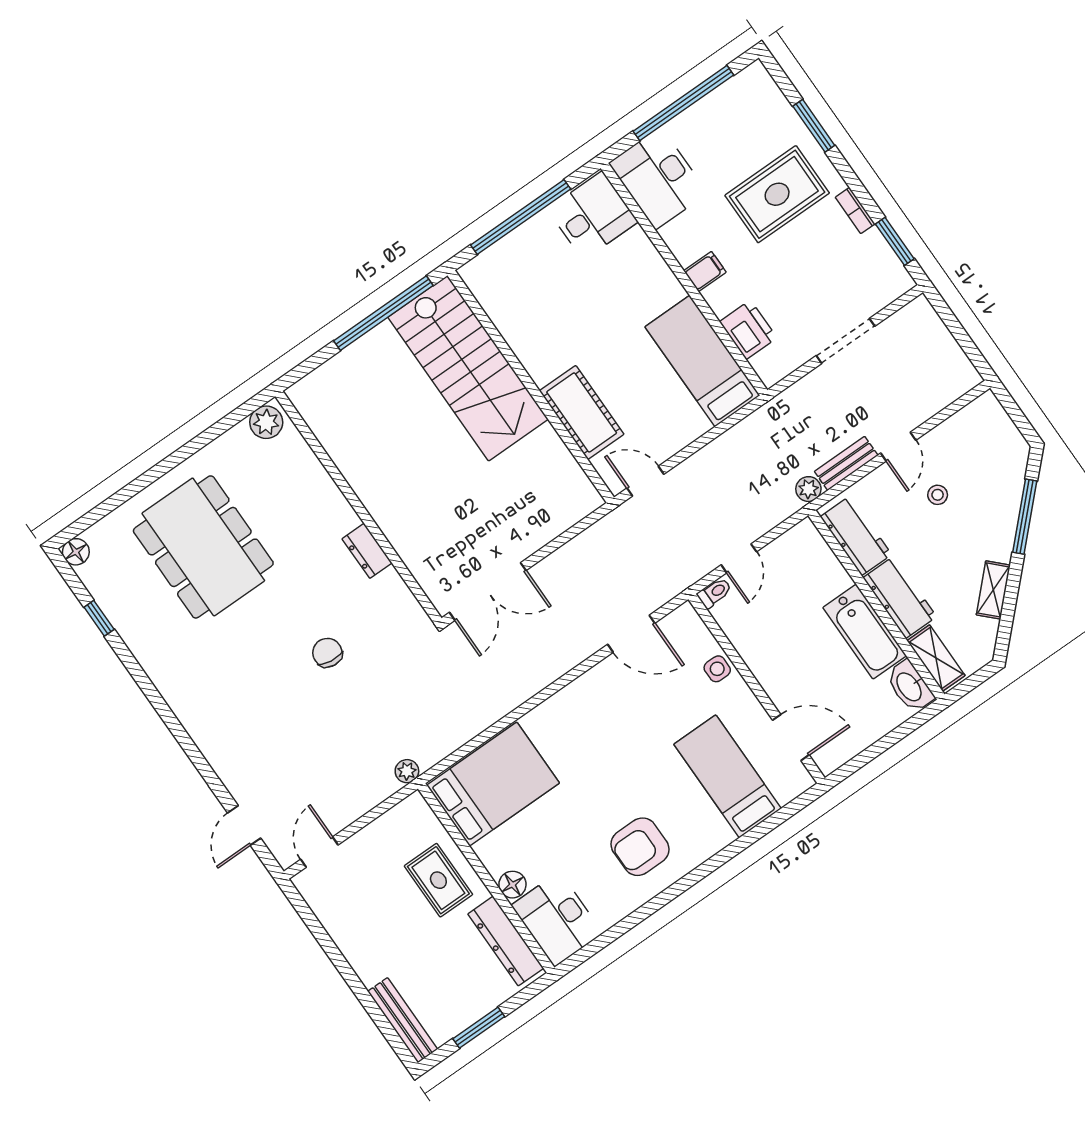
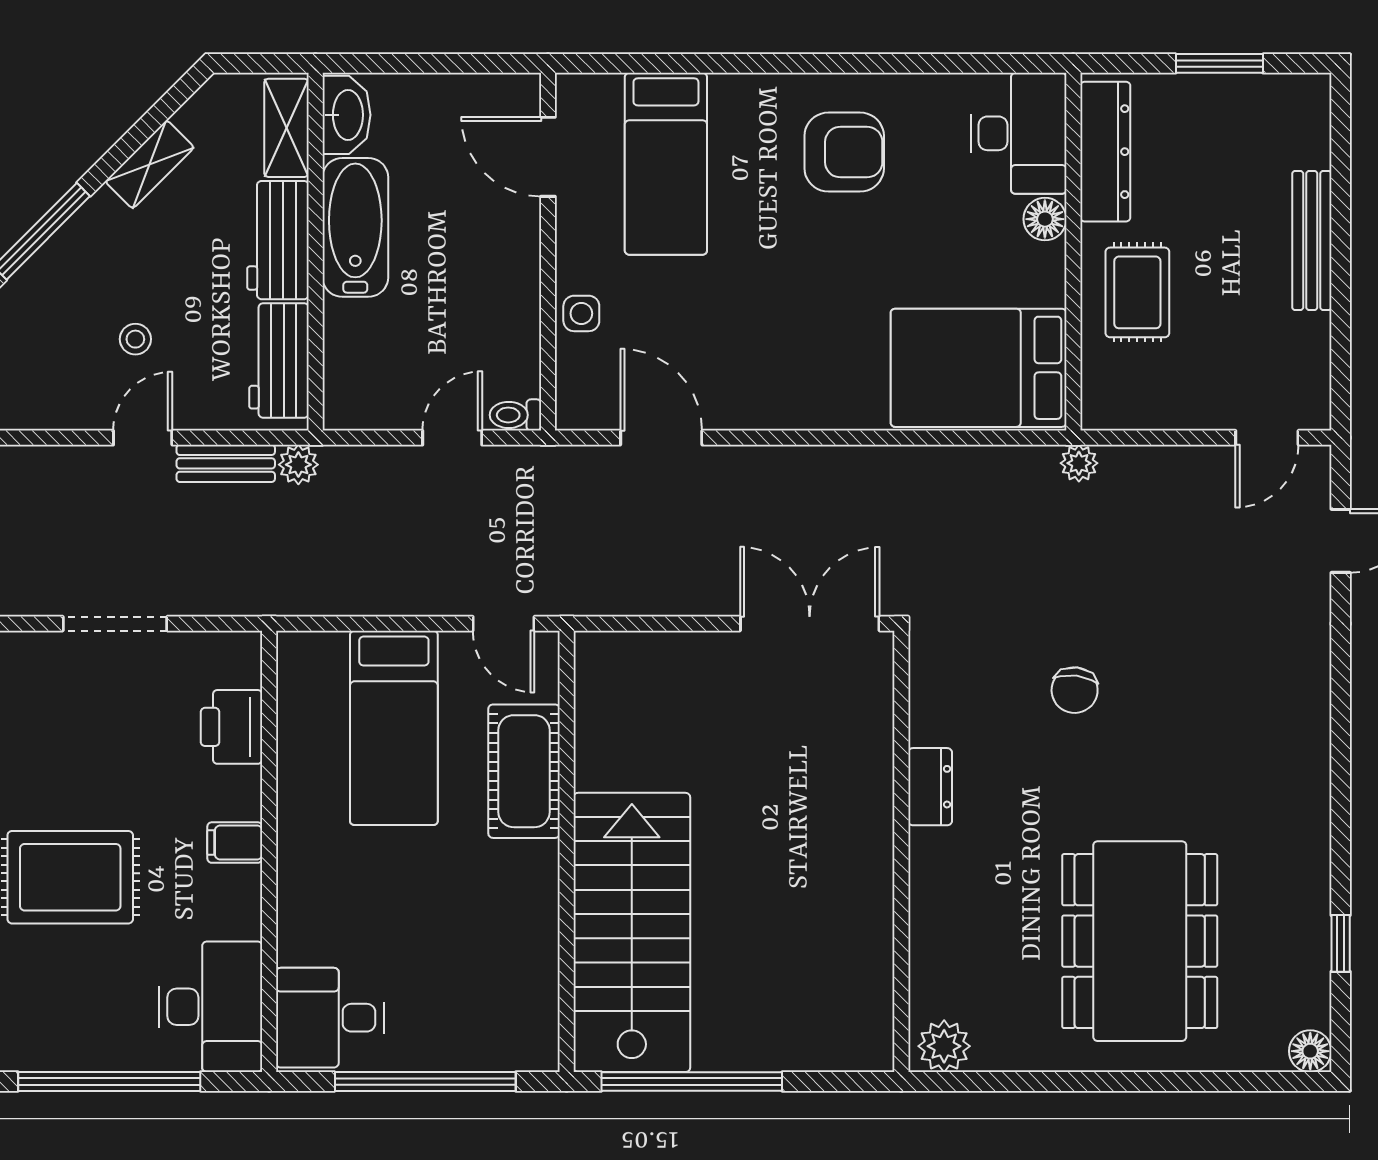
bed: (702, 361) -> (394, 728), moved
bench: (403, 1020) -> (1312, 240), moved

